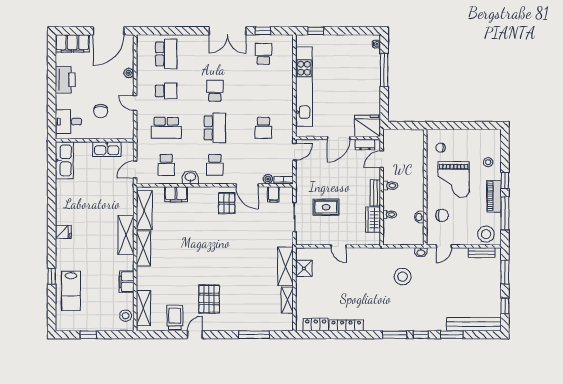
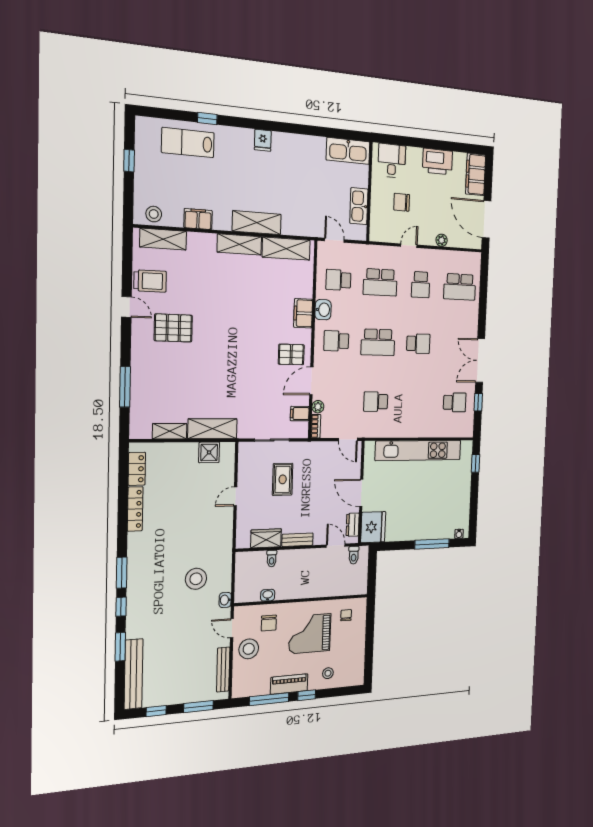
school desk: (166, 128) -> (380, 282), turned -90
toilet: (390, 186) -> (354, 555), moved
filing cabinet: (176, 194) -> (303, 313), moved
stool: (486, 234) -> (249, 649), moved
bench: (482, 253) -> (223, 669), width x1.36

